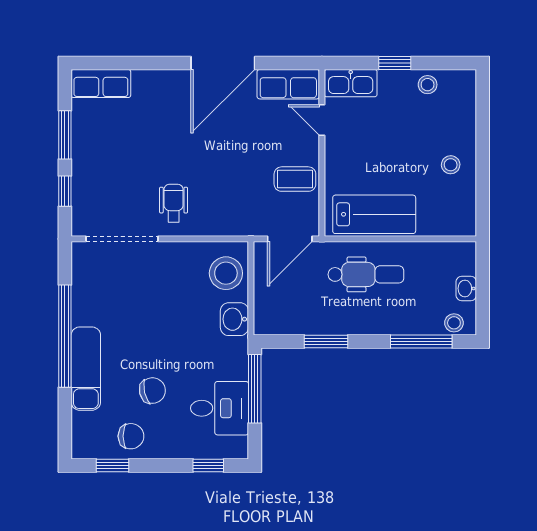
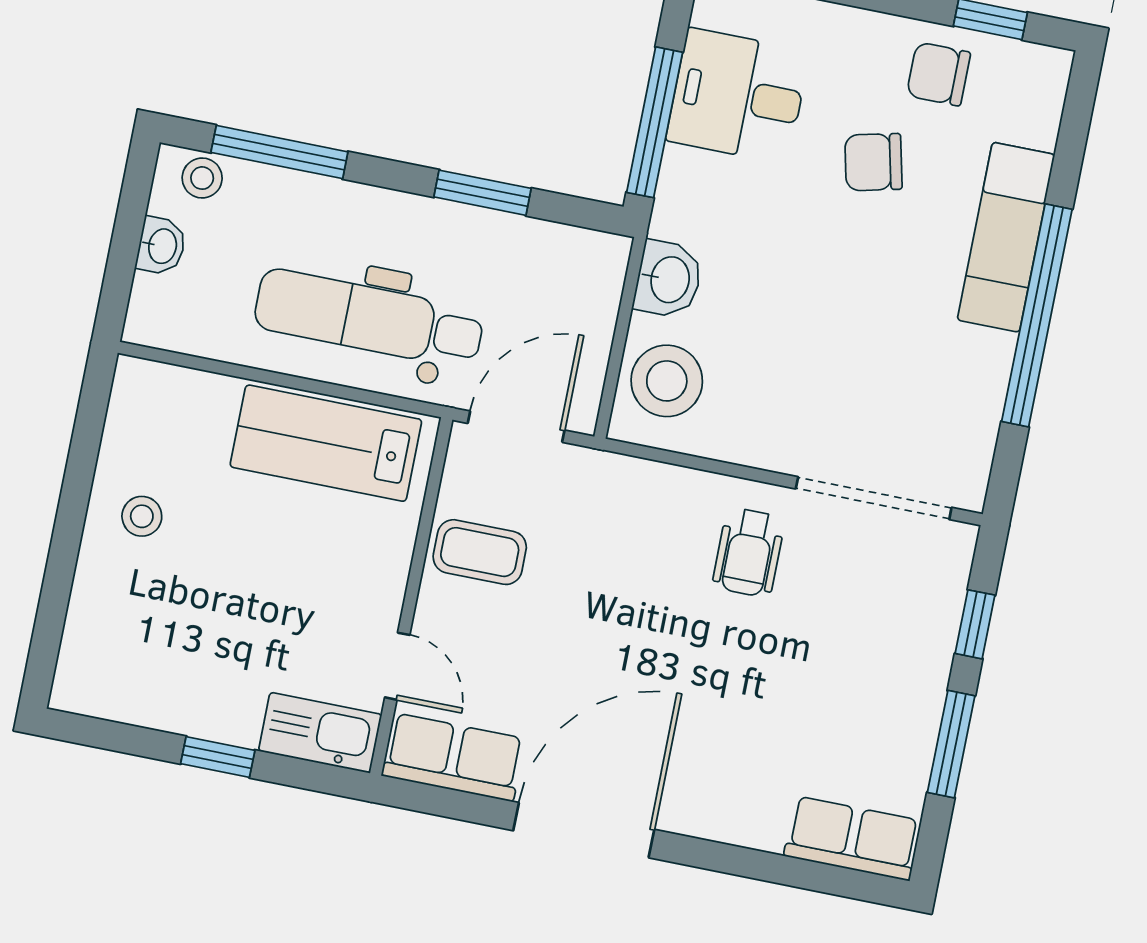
stool: (428, 85) -> (157, 697), removed
dental chair: (366, 274) -> (369, 319), width x1.36, depth x1.38

